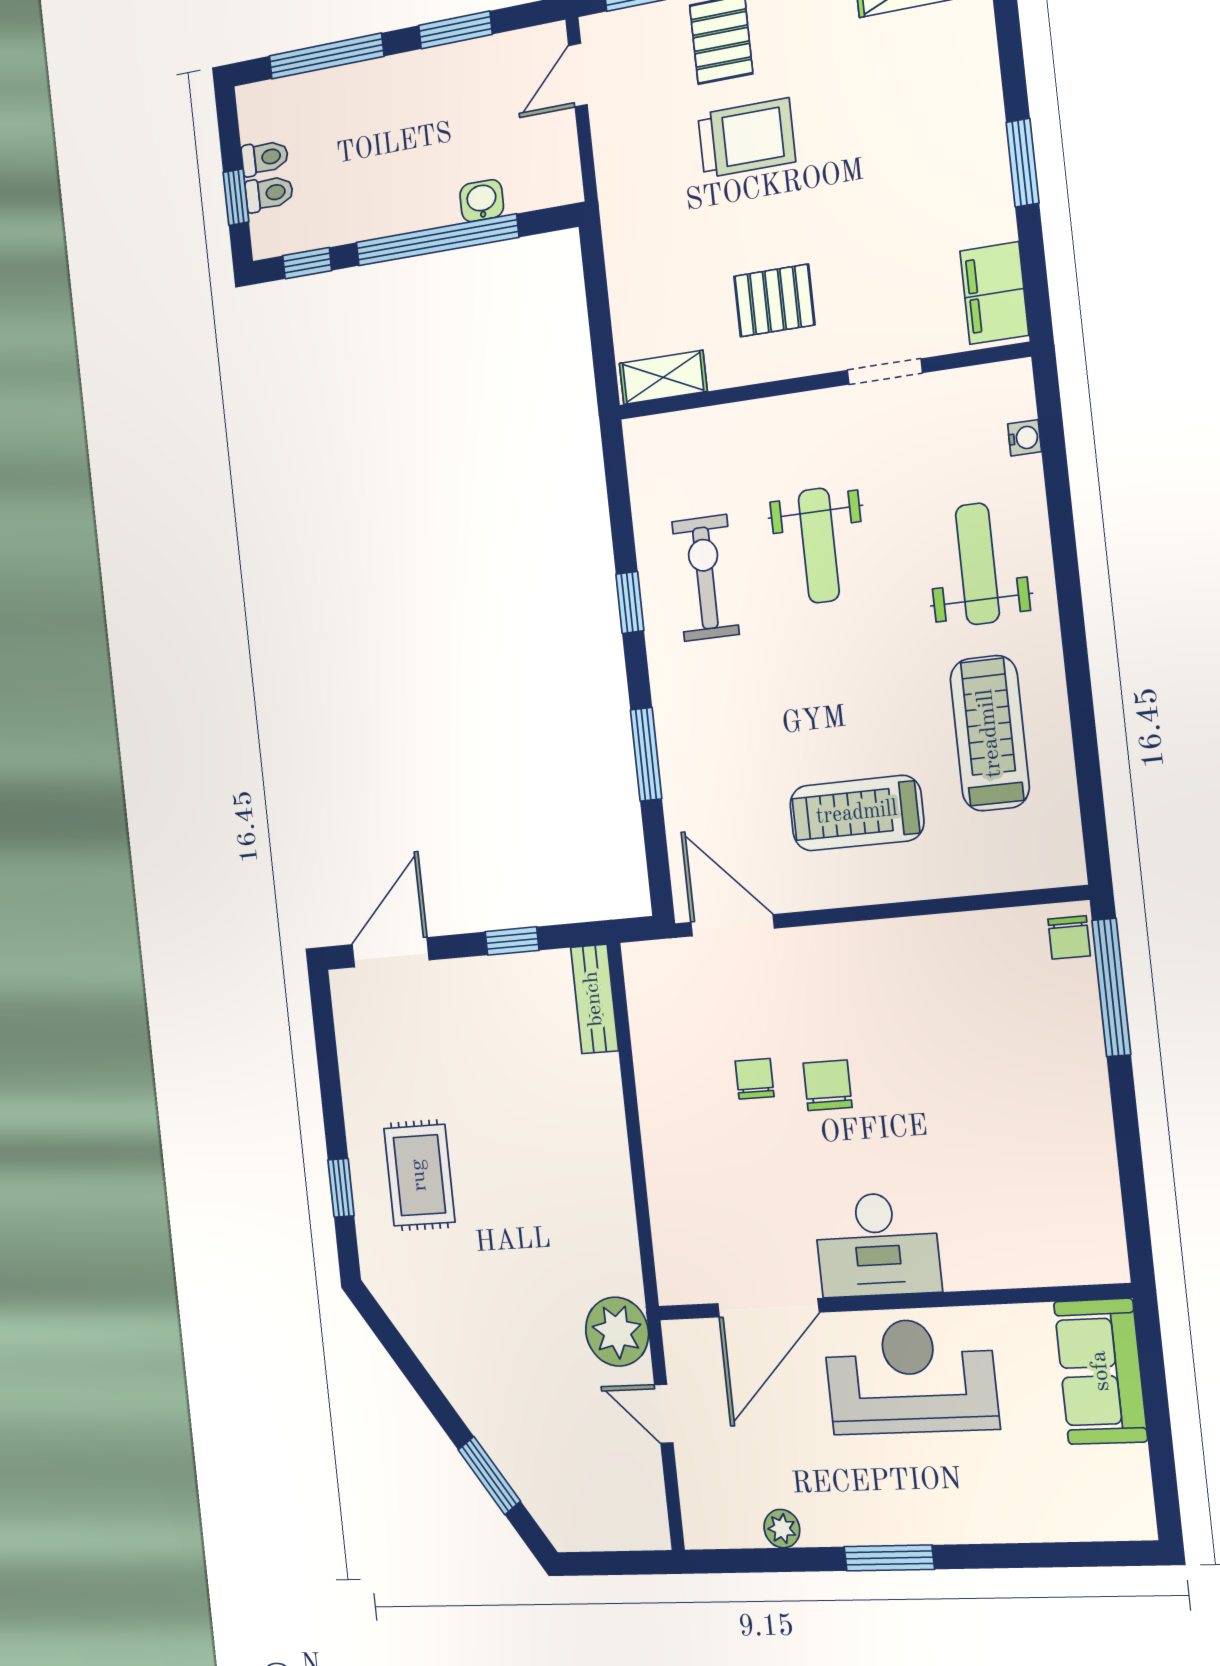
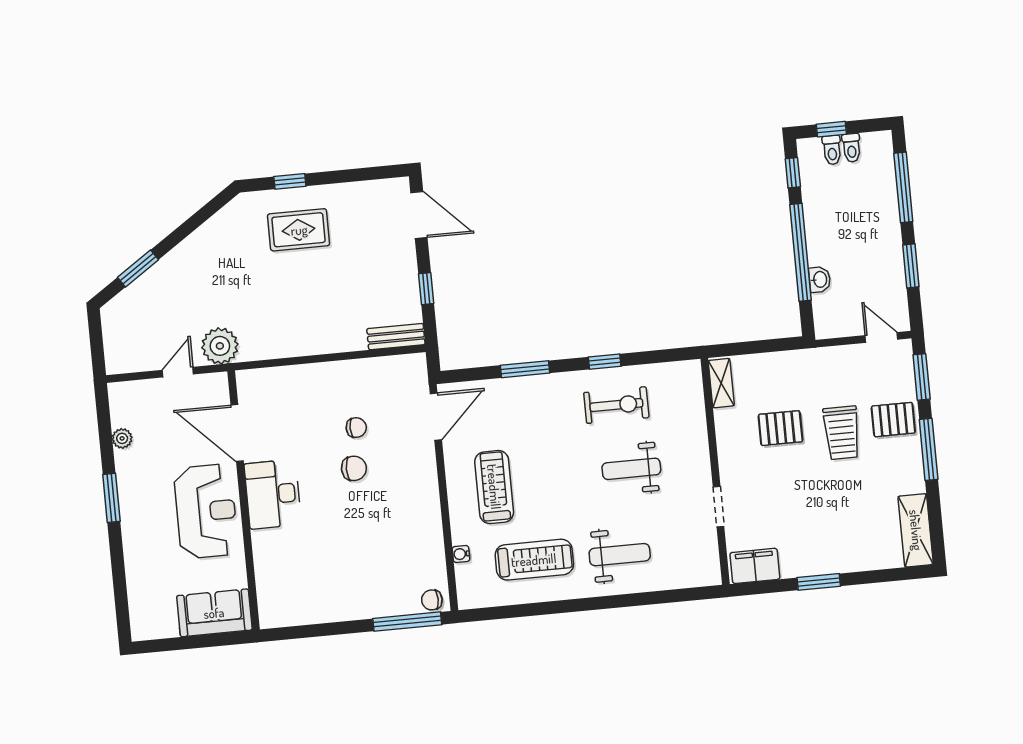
pallet: (774, 300) -> (780, 428), moved, turned 90
water cooler: (1024, 438) -> (461, 554), moved, turned 90

